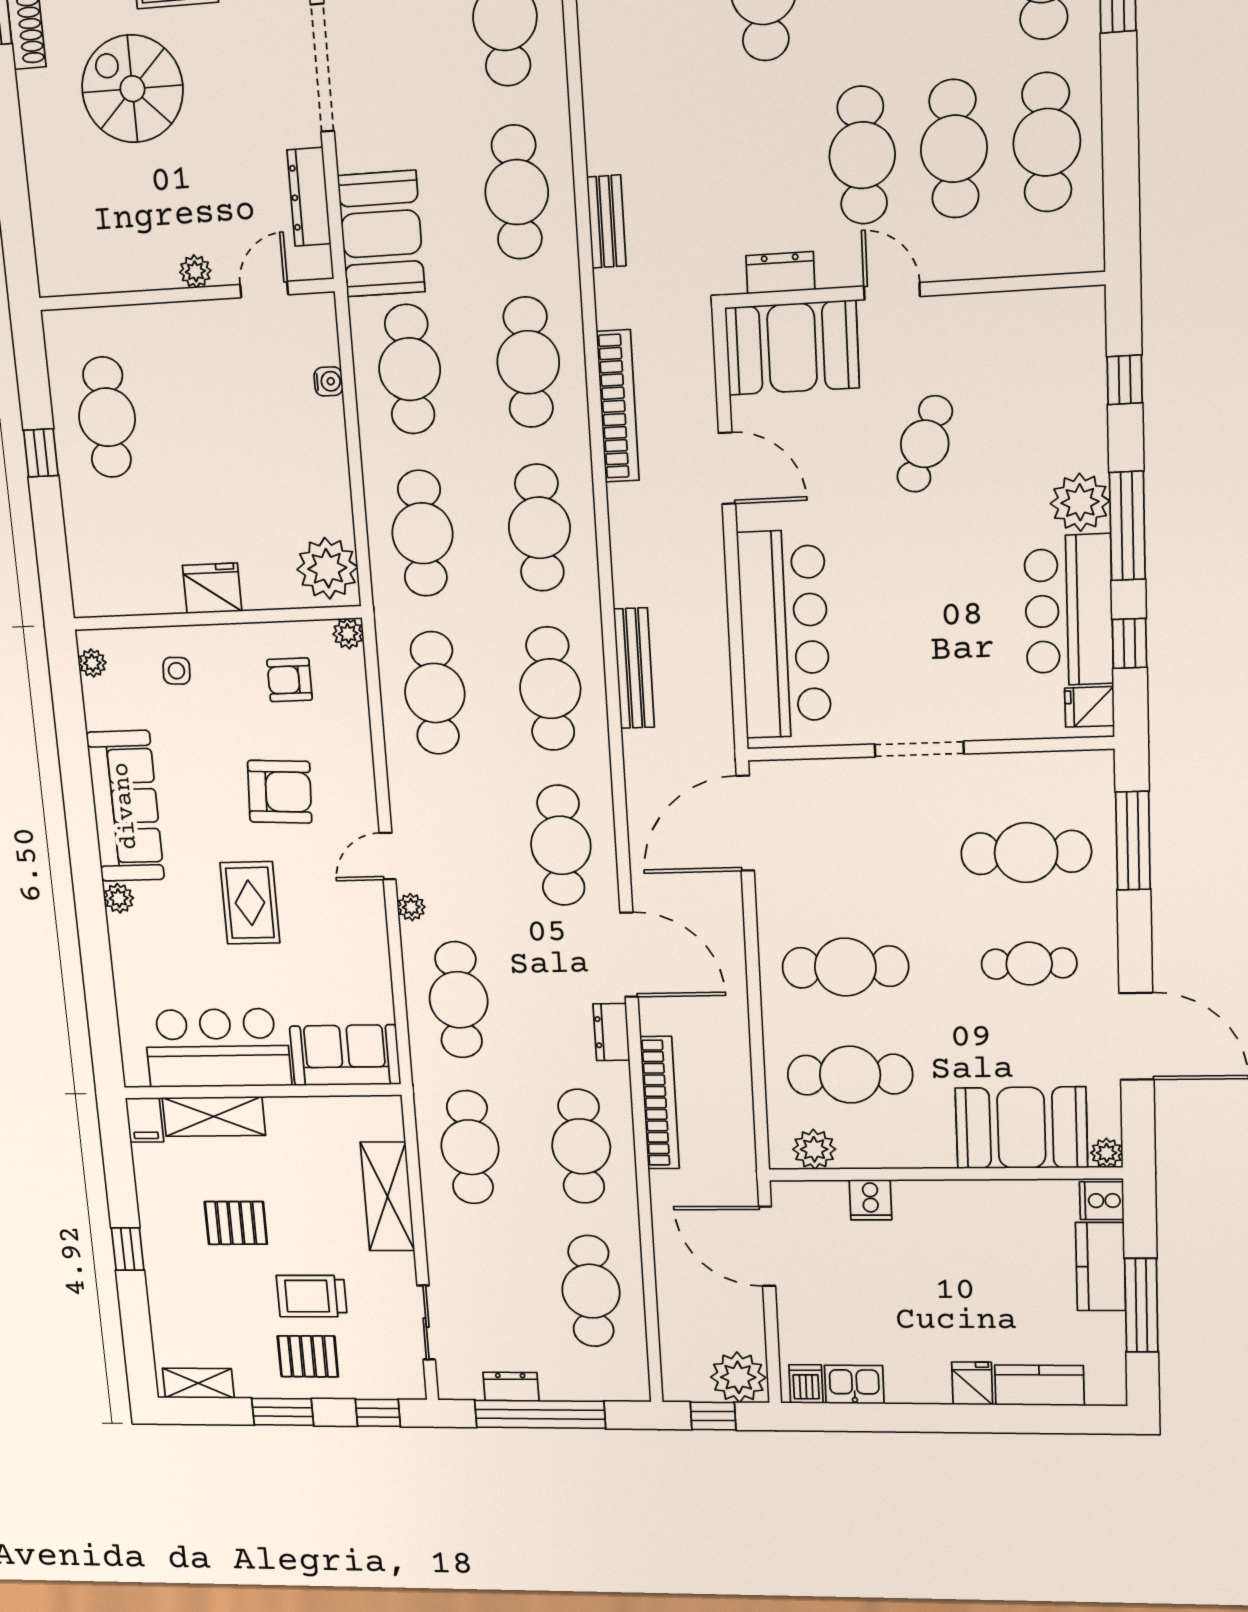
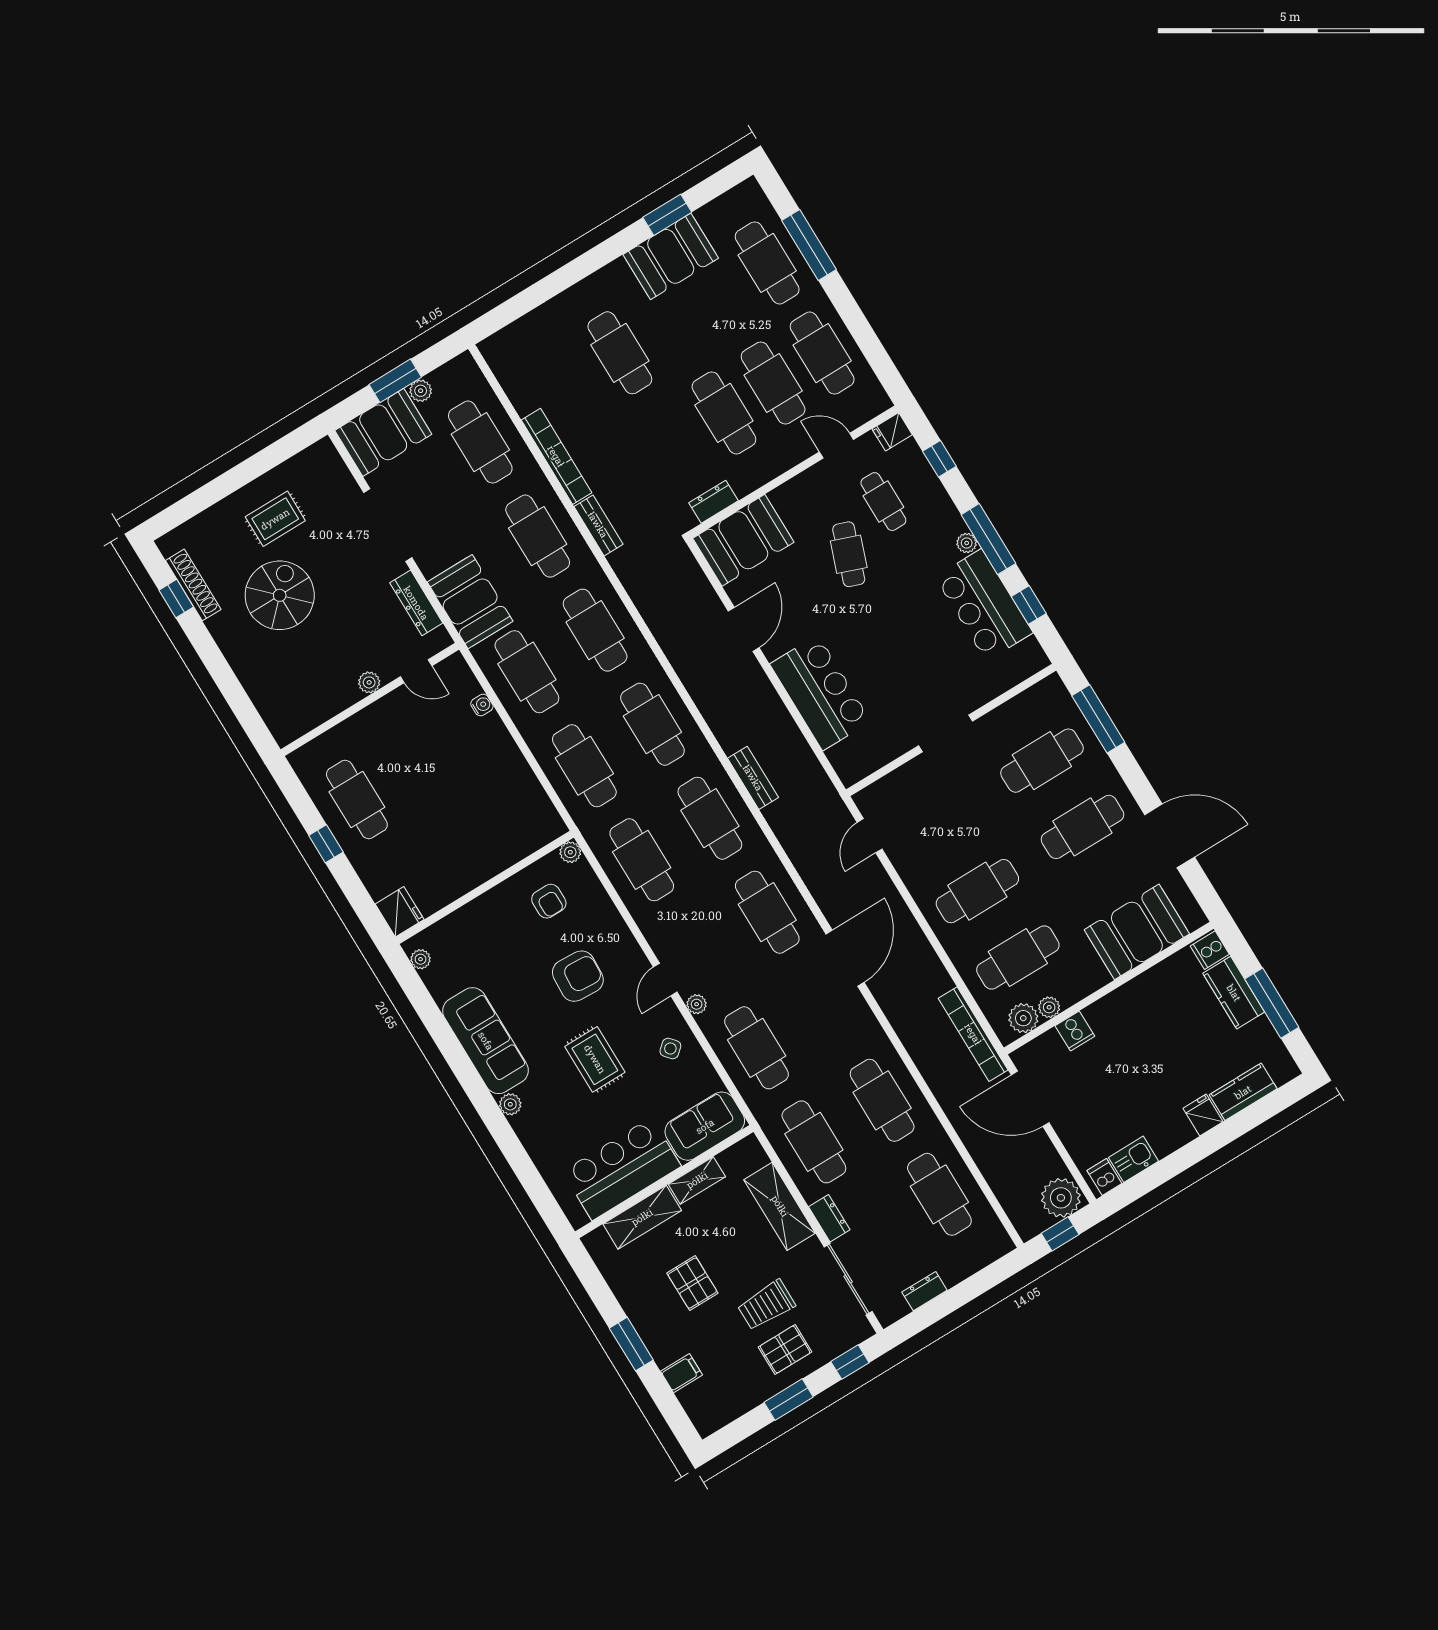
spiral stairs: (132, 89) -> (280, 595), turned 90
door: (264, 290) -> (416, 671), swing flipped
door: (892, 291) -> (836, 446), moved
cafe table: (1013, 397) -> (883, 502), added
bookcase: (618, 406) -> (556, 456), moved
door: (727, 468) -> (744, 629), hinge flipped
plant: (1080, 502) -> (967, 543), width x0.53, depth x0.53
plant: (327, 568) -> (537, 819), removed
fridge: (212, 588) -> (400, 912), moved, turned 90
bar counter: (784, 634) -> (820, 693), width x0.73
bench: (634, 668) -> (753, 778), width x0.73
side table: (176, 671) -> (670, 1049), moved, turned 45
armchair: (290, 680) -> (549, 901), turned -90
fridge: (1090, 707) -> (892, 432), moved
door: (745, 823) -> (870, 836), width x0.53
door: (629, 955) -> (845, 958), hinge flipped
cafe table: (1029, 964) -> (1082, 827), width x1.37, depth x1.35
dresser: (611, 1032) -> (829, 1218), moved, turned 180
bookcase: (660, 1103) -> (973, 1034), moved, turned 180
filing cabinet: (145, 1120) -> (681, 1373), moved, turned -90
plant: (1107, 1153) -> (1049, 1007), moved
pallet: (236, 1223) -> (692, 1283), turned 90
window: (128, 1249) -> (631, 1344), width x1.50
sliding door: (426, 1323) -> (848, 1279), width x1.37
shelving: (198, 1383) -> (697, 1180), moved
window: (540, 1414) -> (953, 1299), removed

